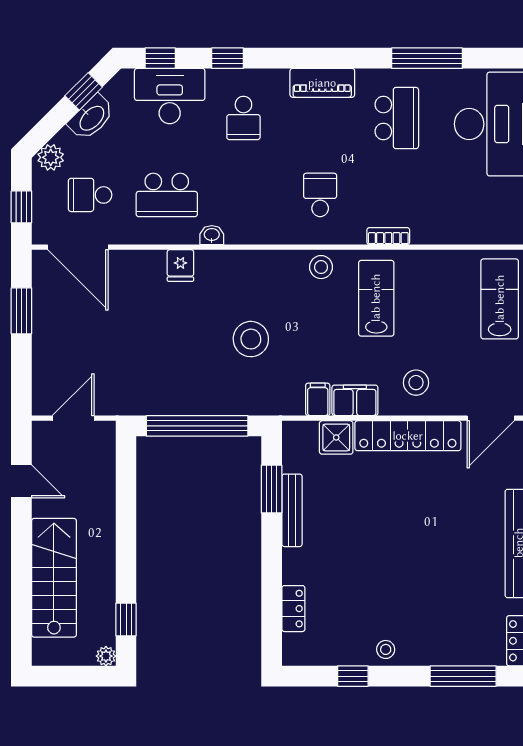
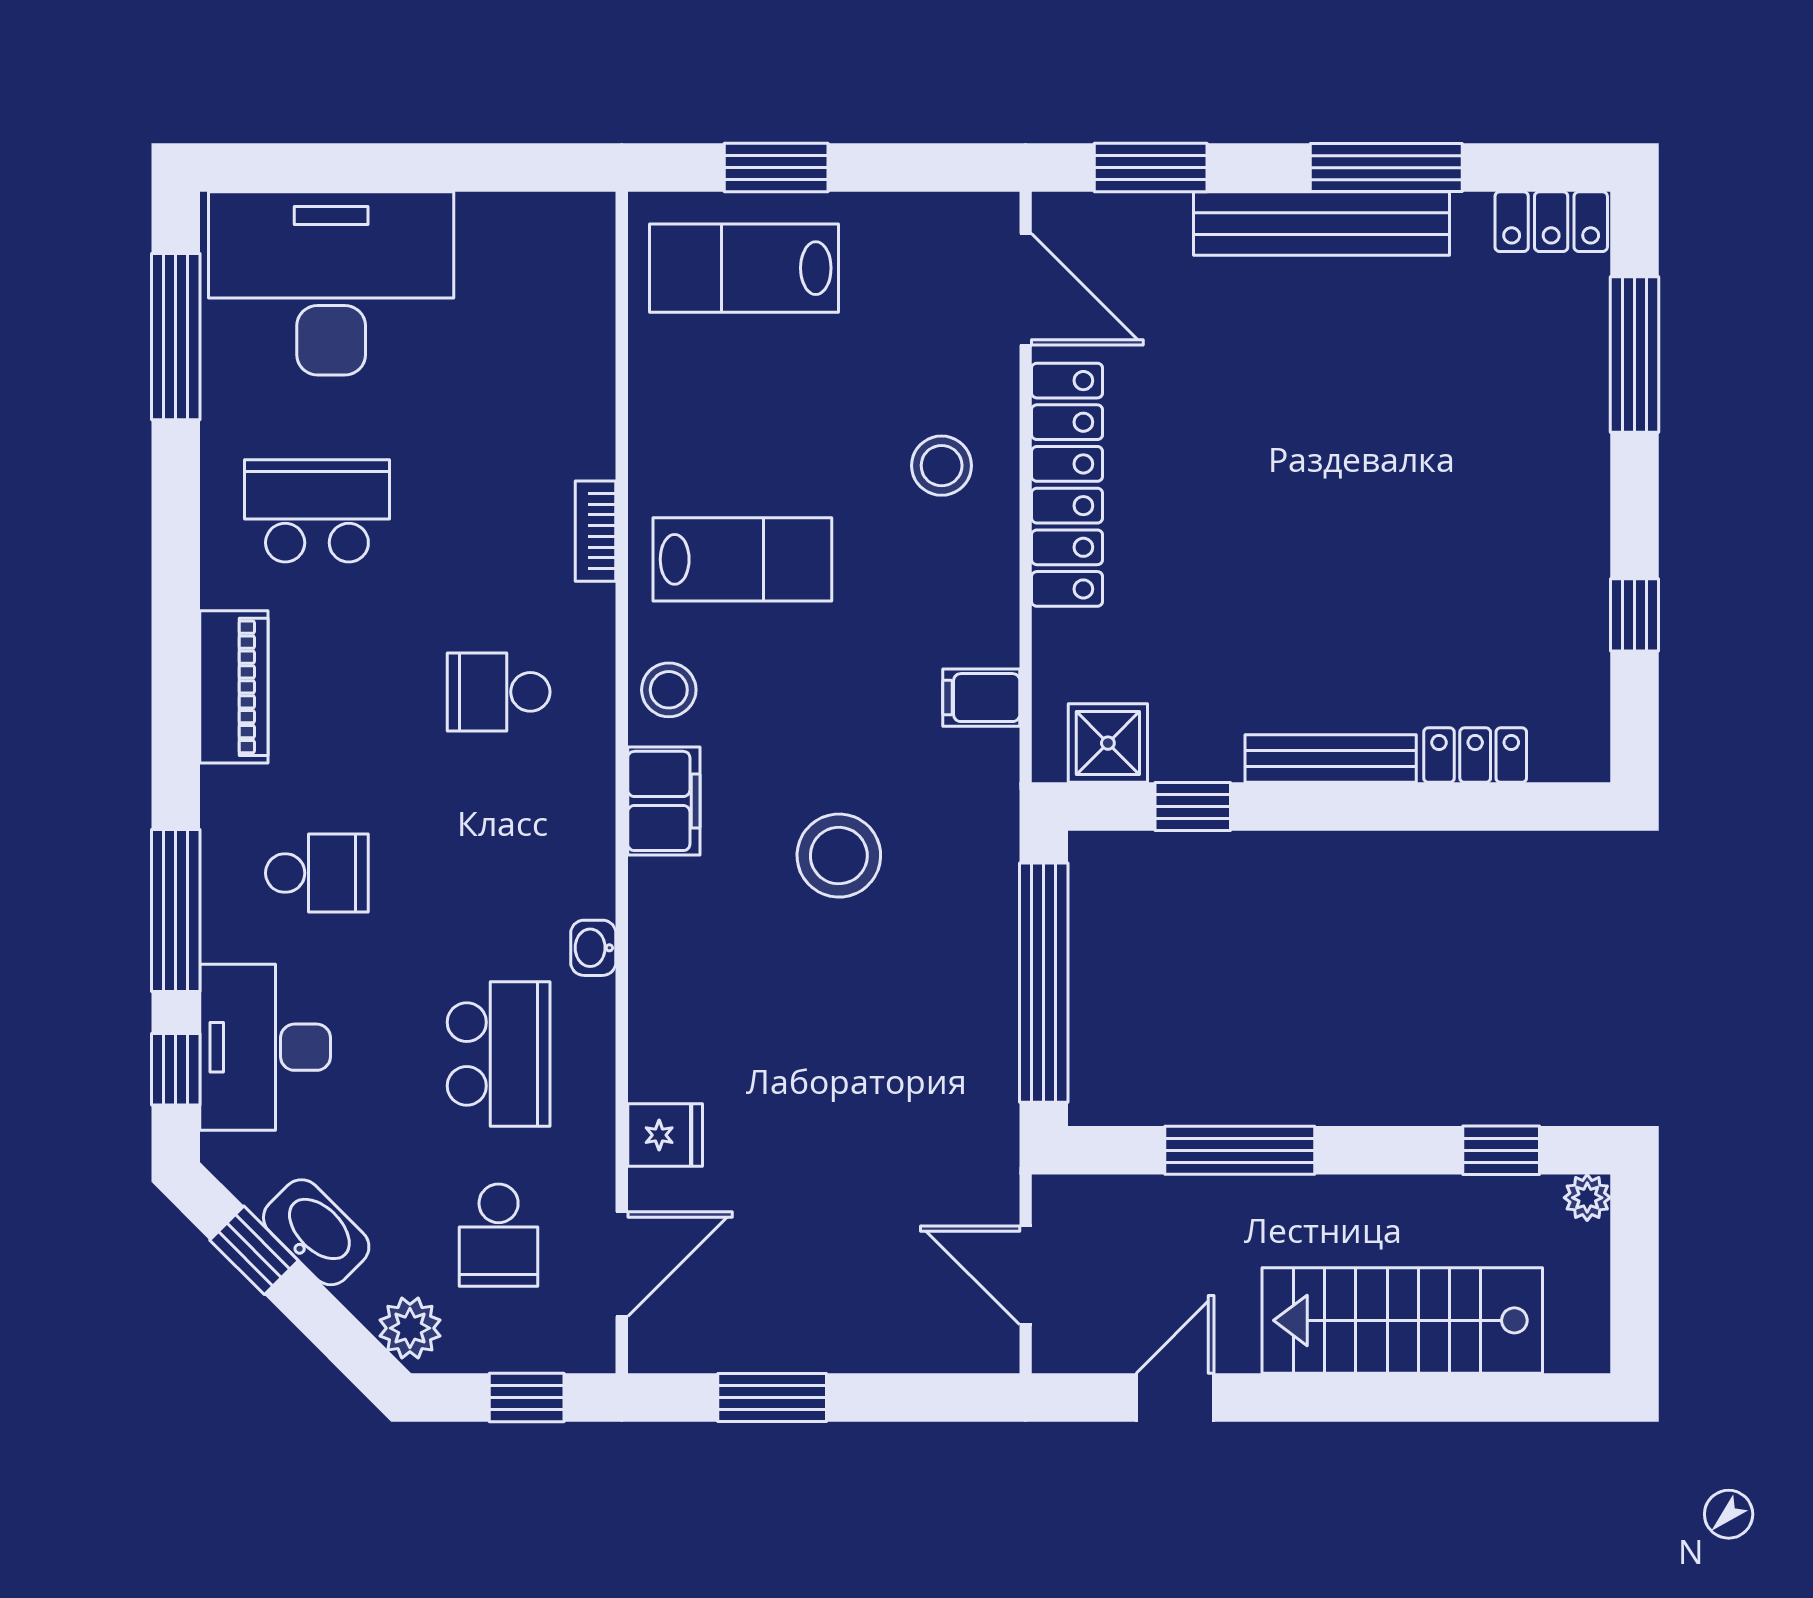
window: (228, 58) -> (176, 911), width x2.17
window: (427, 58) -> (176, 337), moved
door: (78, 247) -> (622, 1264), width x0.73
fridge: (180, 265) -> (665, 1135), moved
lab bench: (376, 298) -> (742, 559), turned 180
filing cabinet: (355, 400) -> (664, 801), moved, turned 180
shower: (336, 437) -> (1108, 743), moved
window: (272, 489) -> (1193, 807), width x0.67
window: (126, 509) -> (1240, 1150), added
bench: (292, 510) -> (1331, 759), moved
stool: (386, 649) -> (1572, 537), removed

